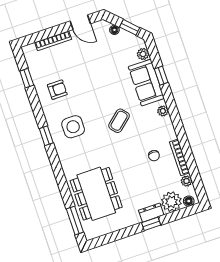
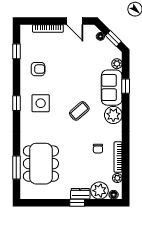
plant: (163, 111) -> (113, 115), width x1.87, depth x1.87
window: (75, 221) -> (16, 167), moved

